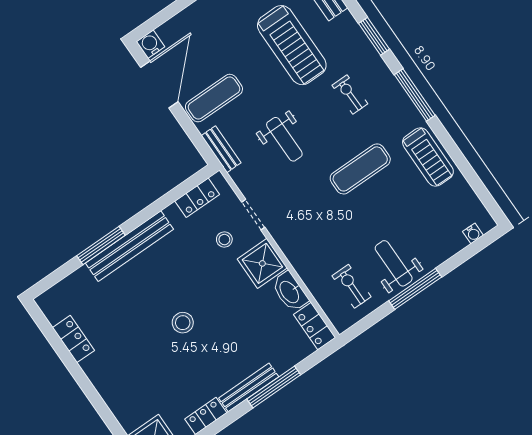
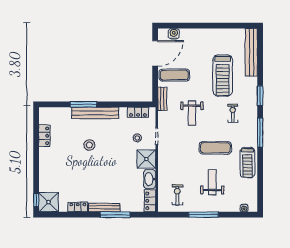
water cooler: (150, 44) -> (174, 34), moved
weight bench: (394, 263) -> (212, 182), moved
stool: (183, 323) -> (89, 145), moved

